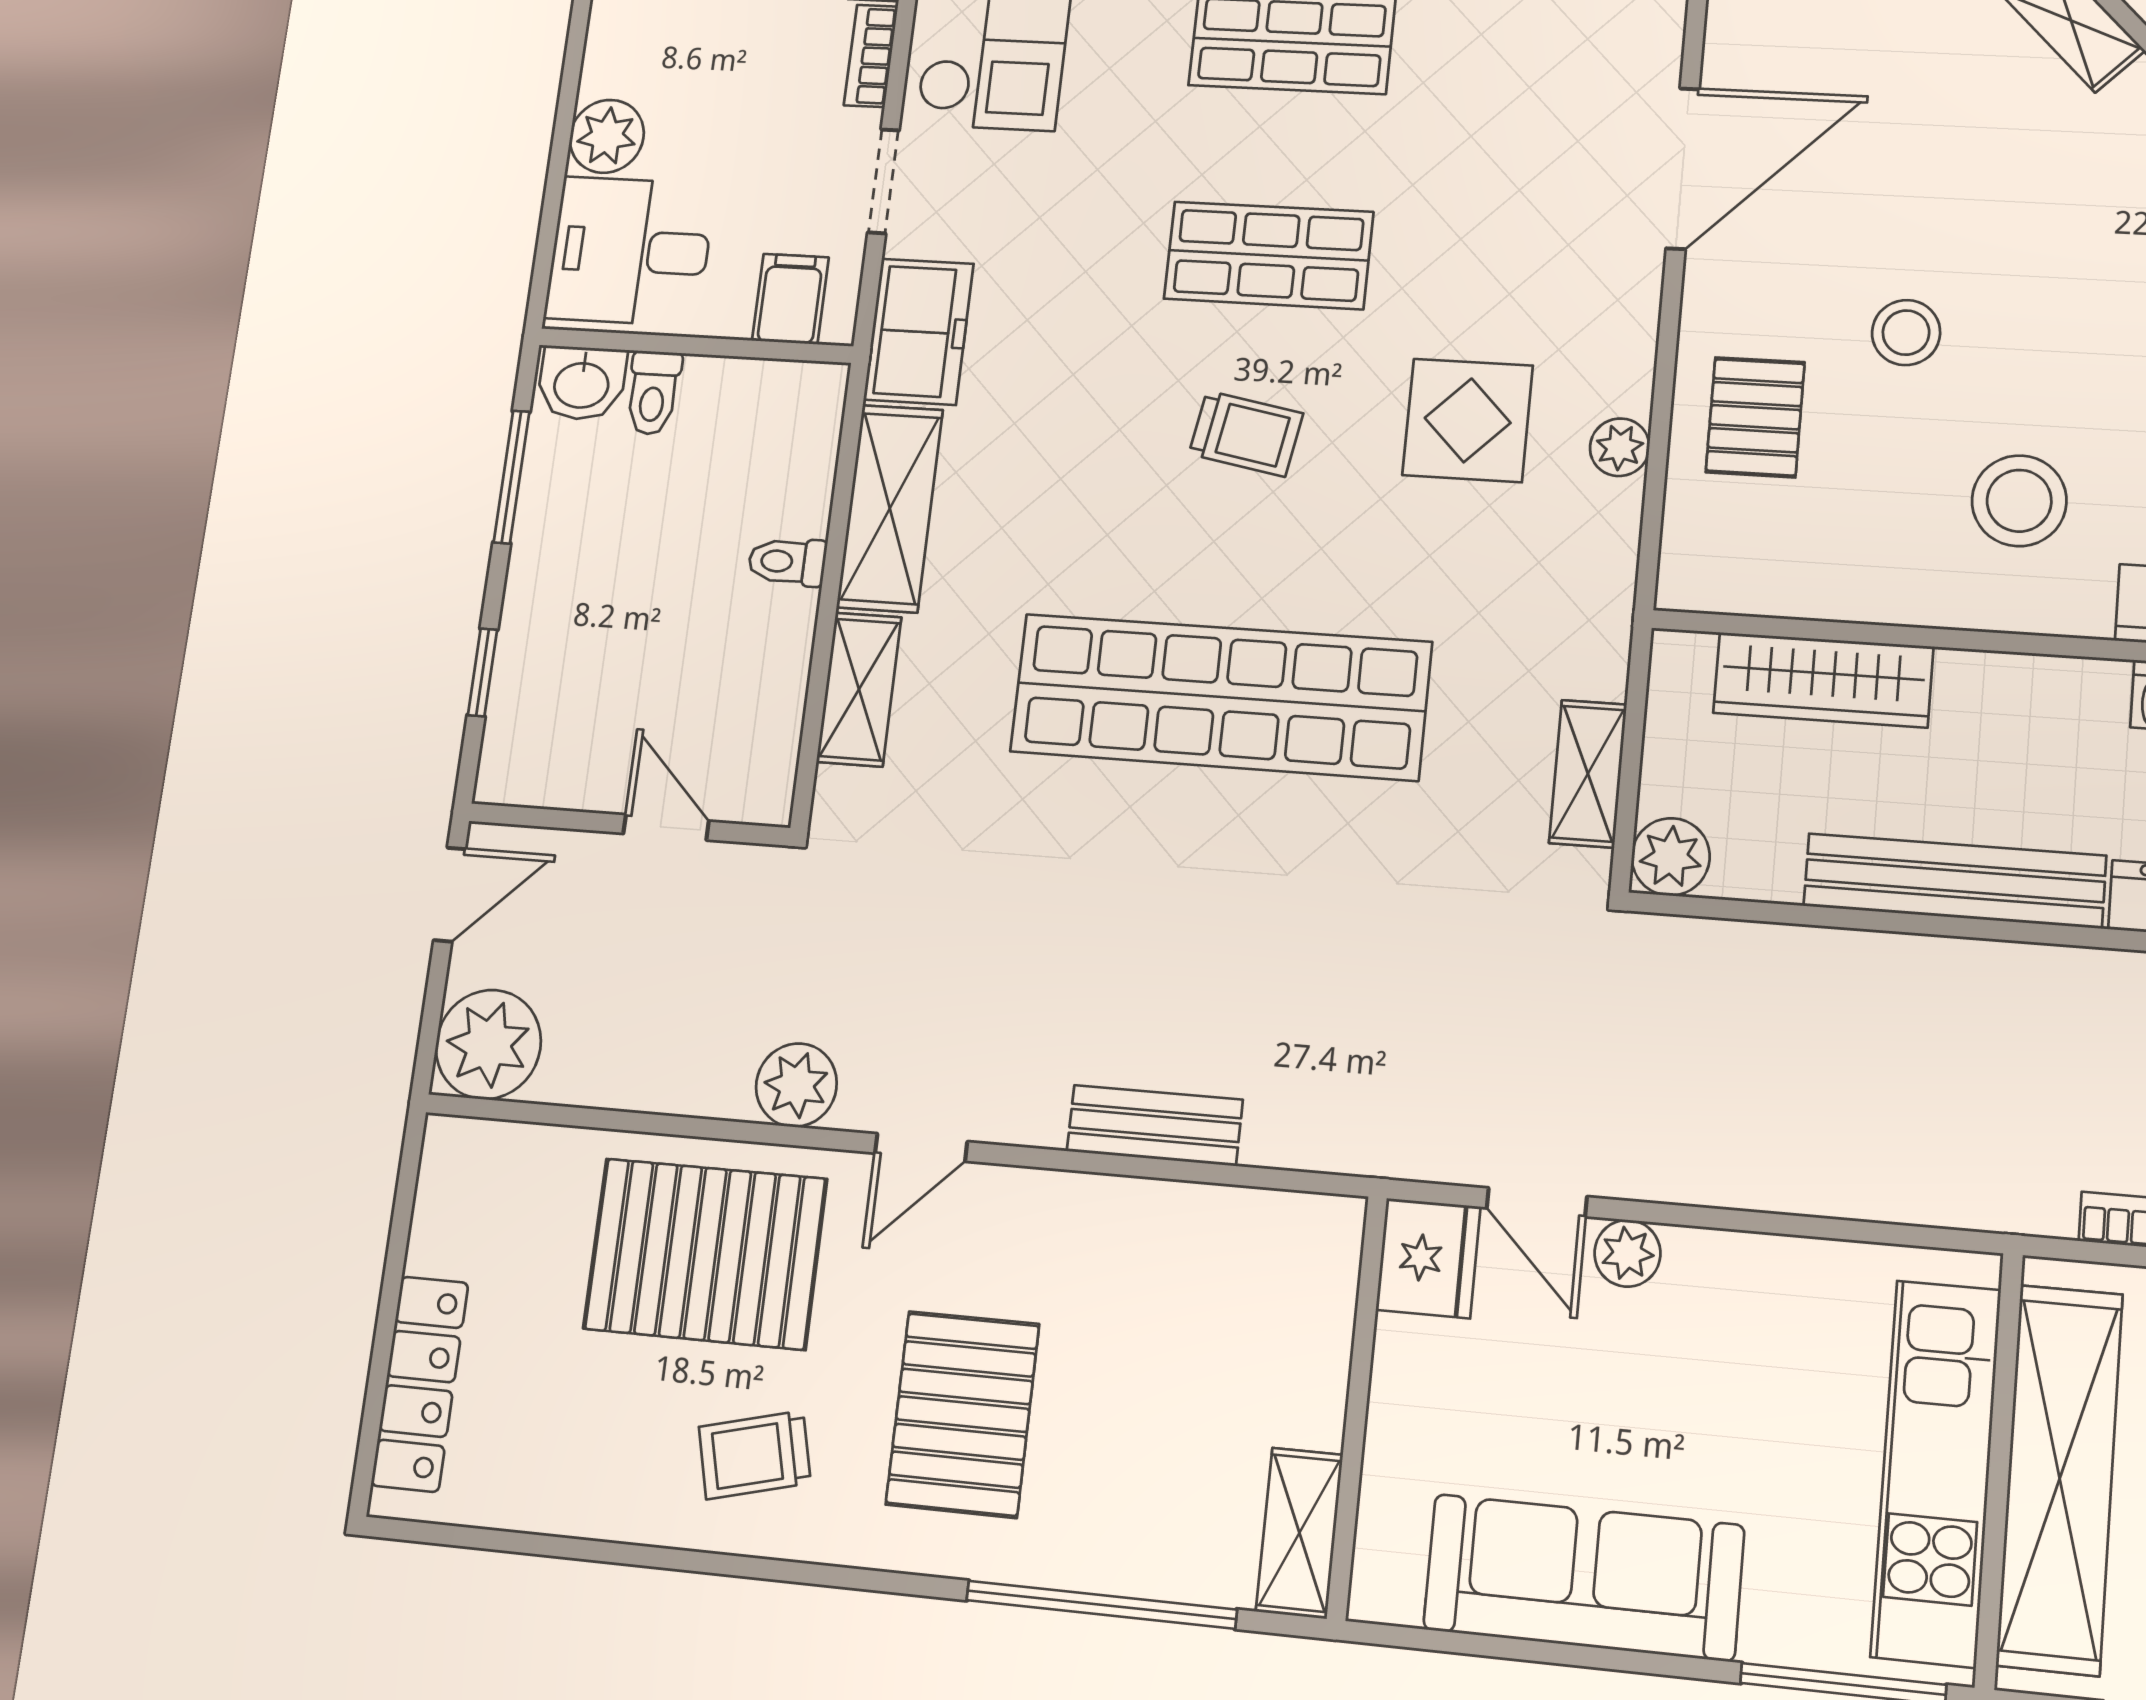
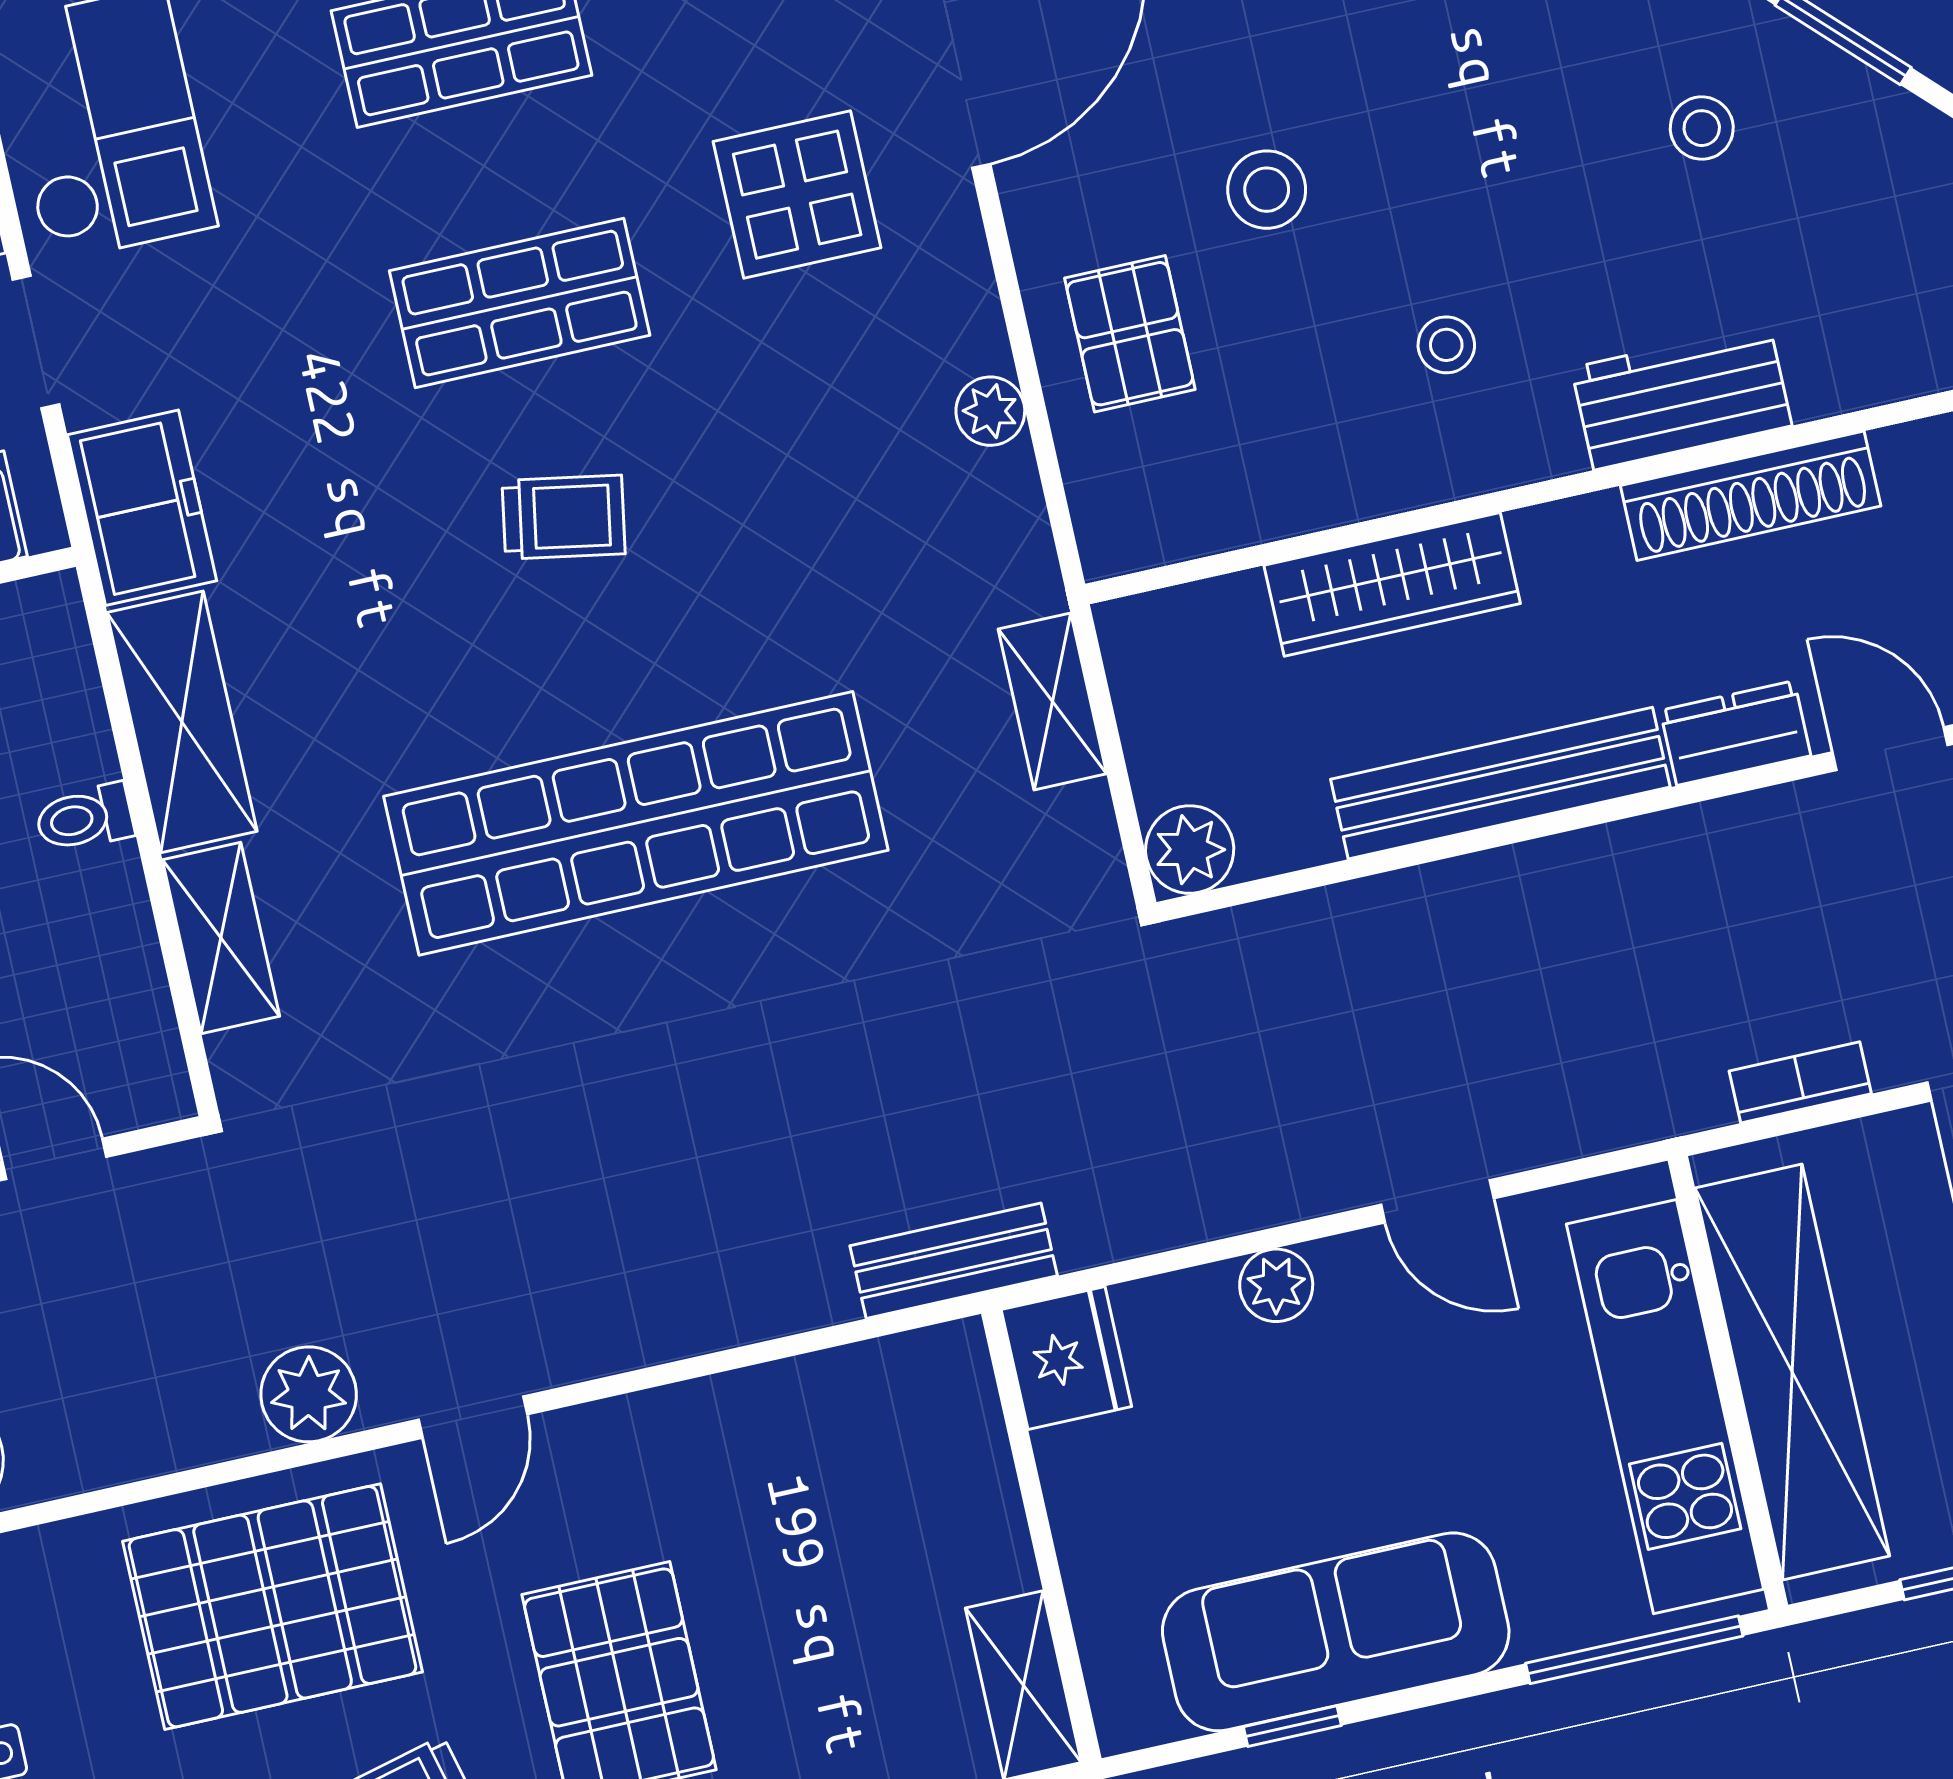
display table: (1468, 420) -> (797, 195), moved
stool: (2019, 501) -> (1446, 345), width x0.53, depth x0.53
wardrobe: (1823, 680) -> (1392, 584), moved
shelving: (1588, 774) -> (1052, 701), moved
bench: (1155, 1125) -> (954, 1261), moved
door: (1537, 1202) -> (1437, 1201), moved
window: (1519, 1649) -> (1292, 1726), added

